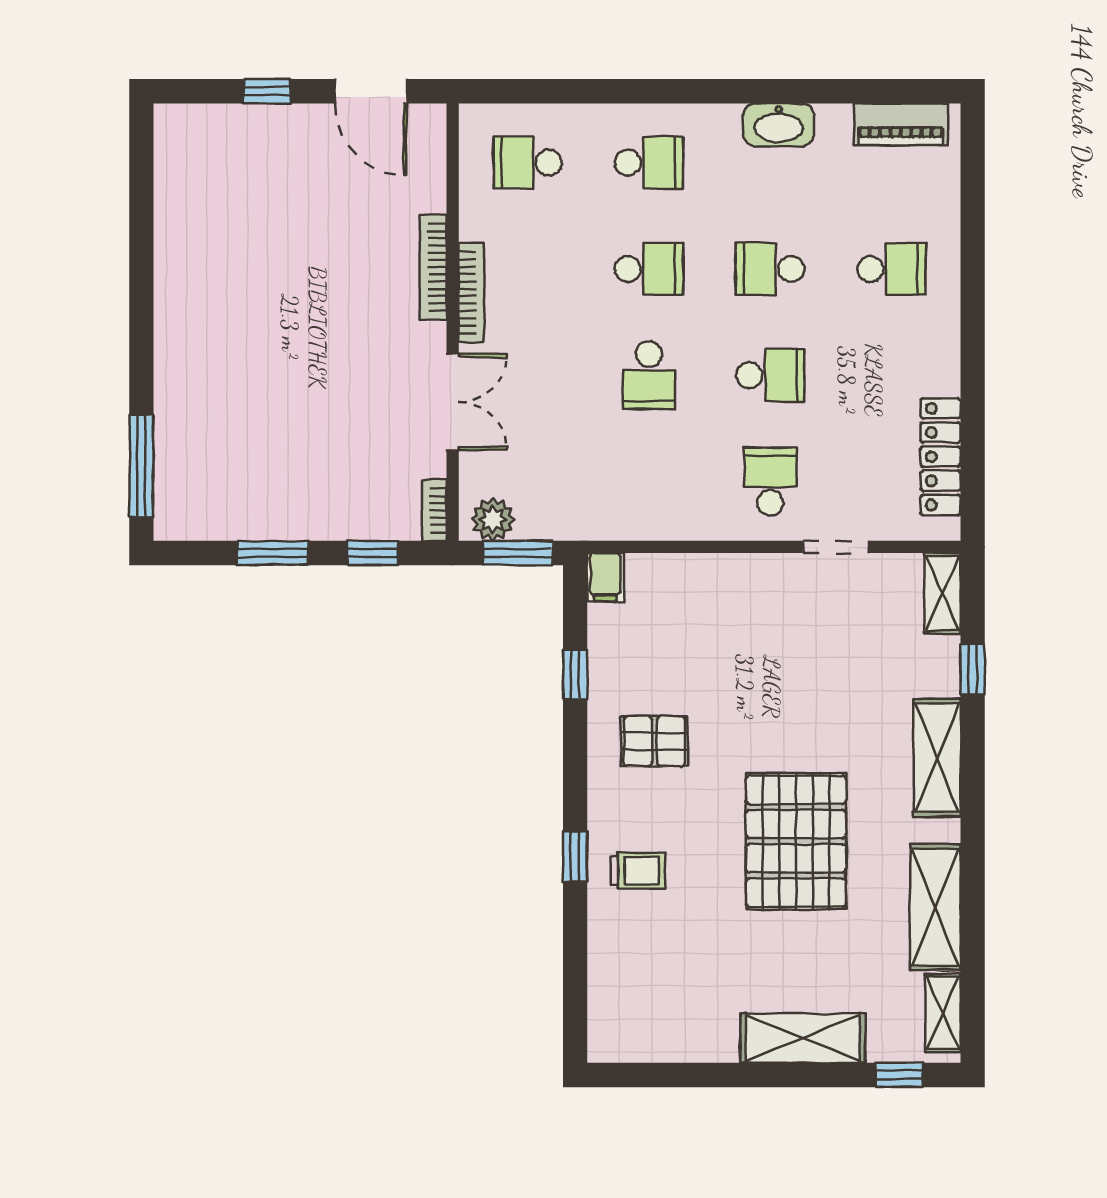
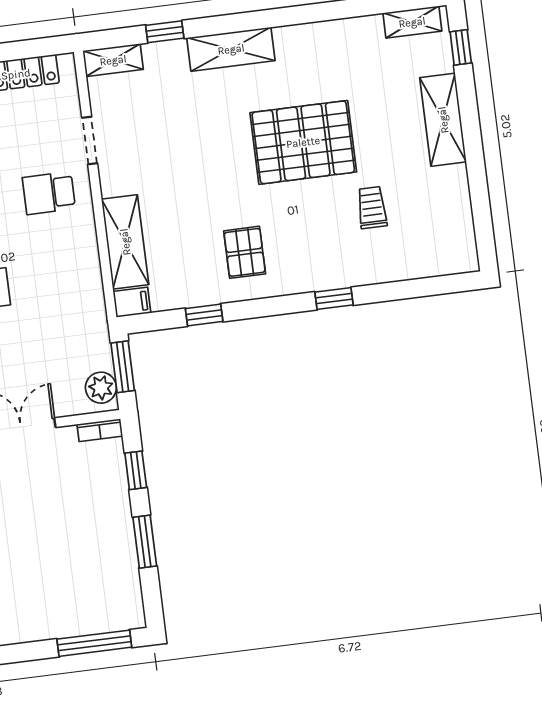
trolley: (638, 871) -> (372, 208), moved
shelving: (935, 907) -> (125, 242), moved, turned 90

